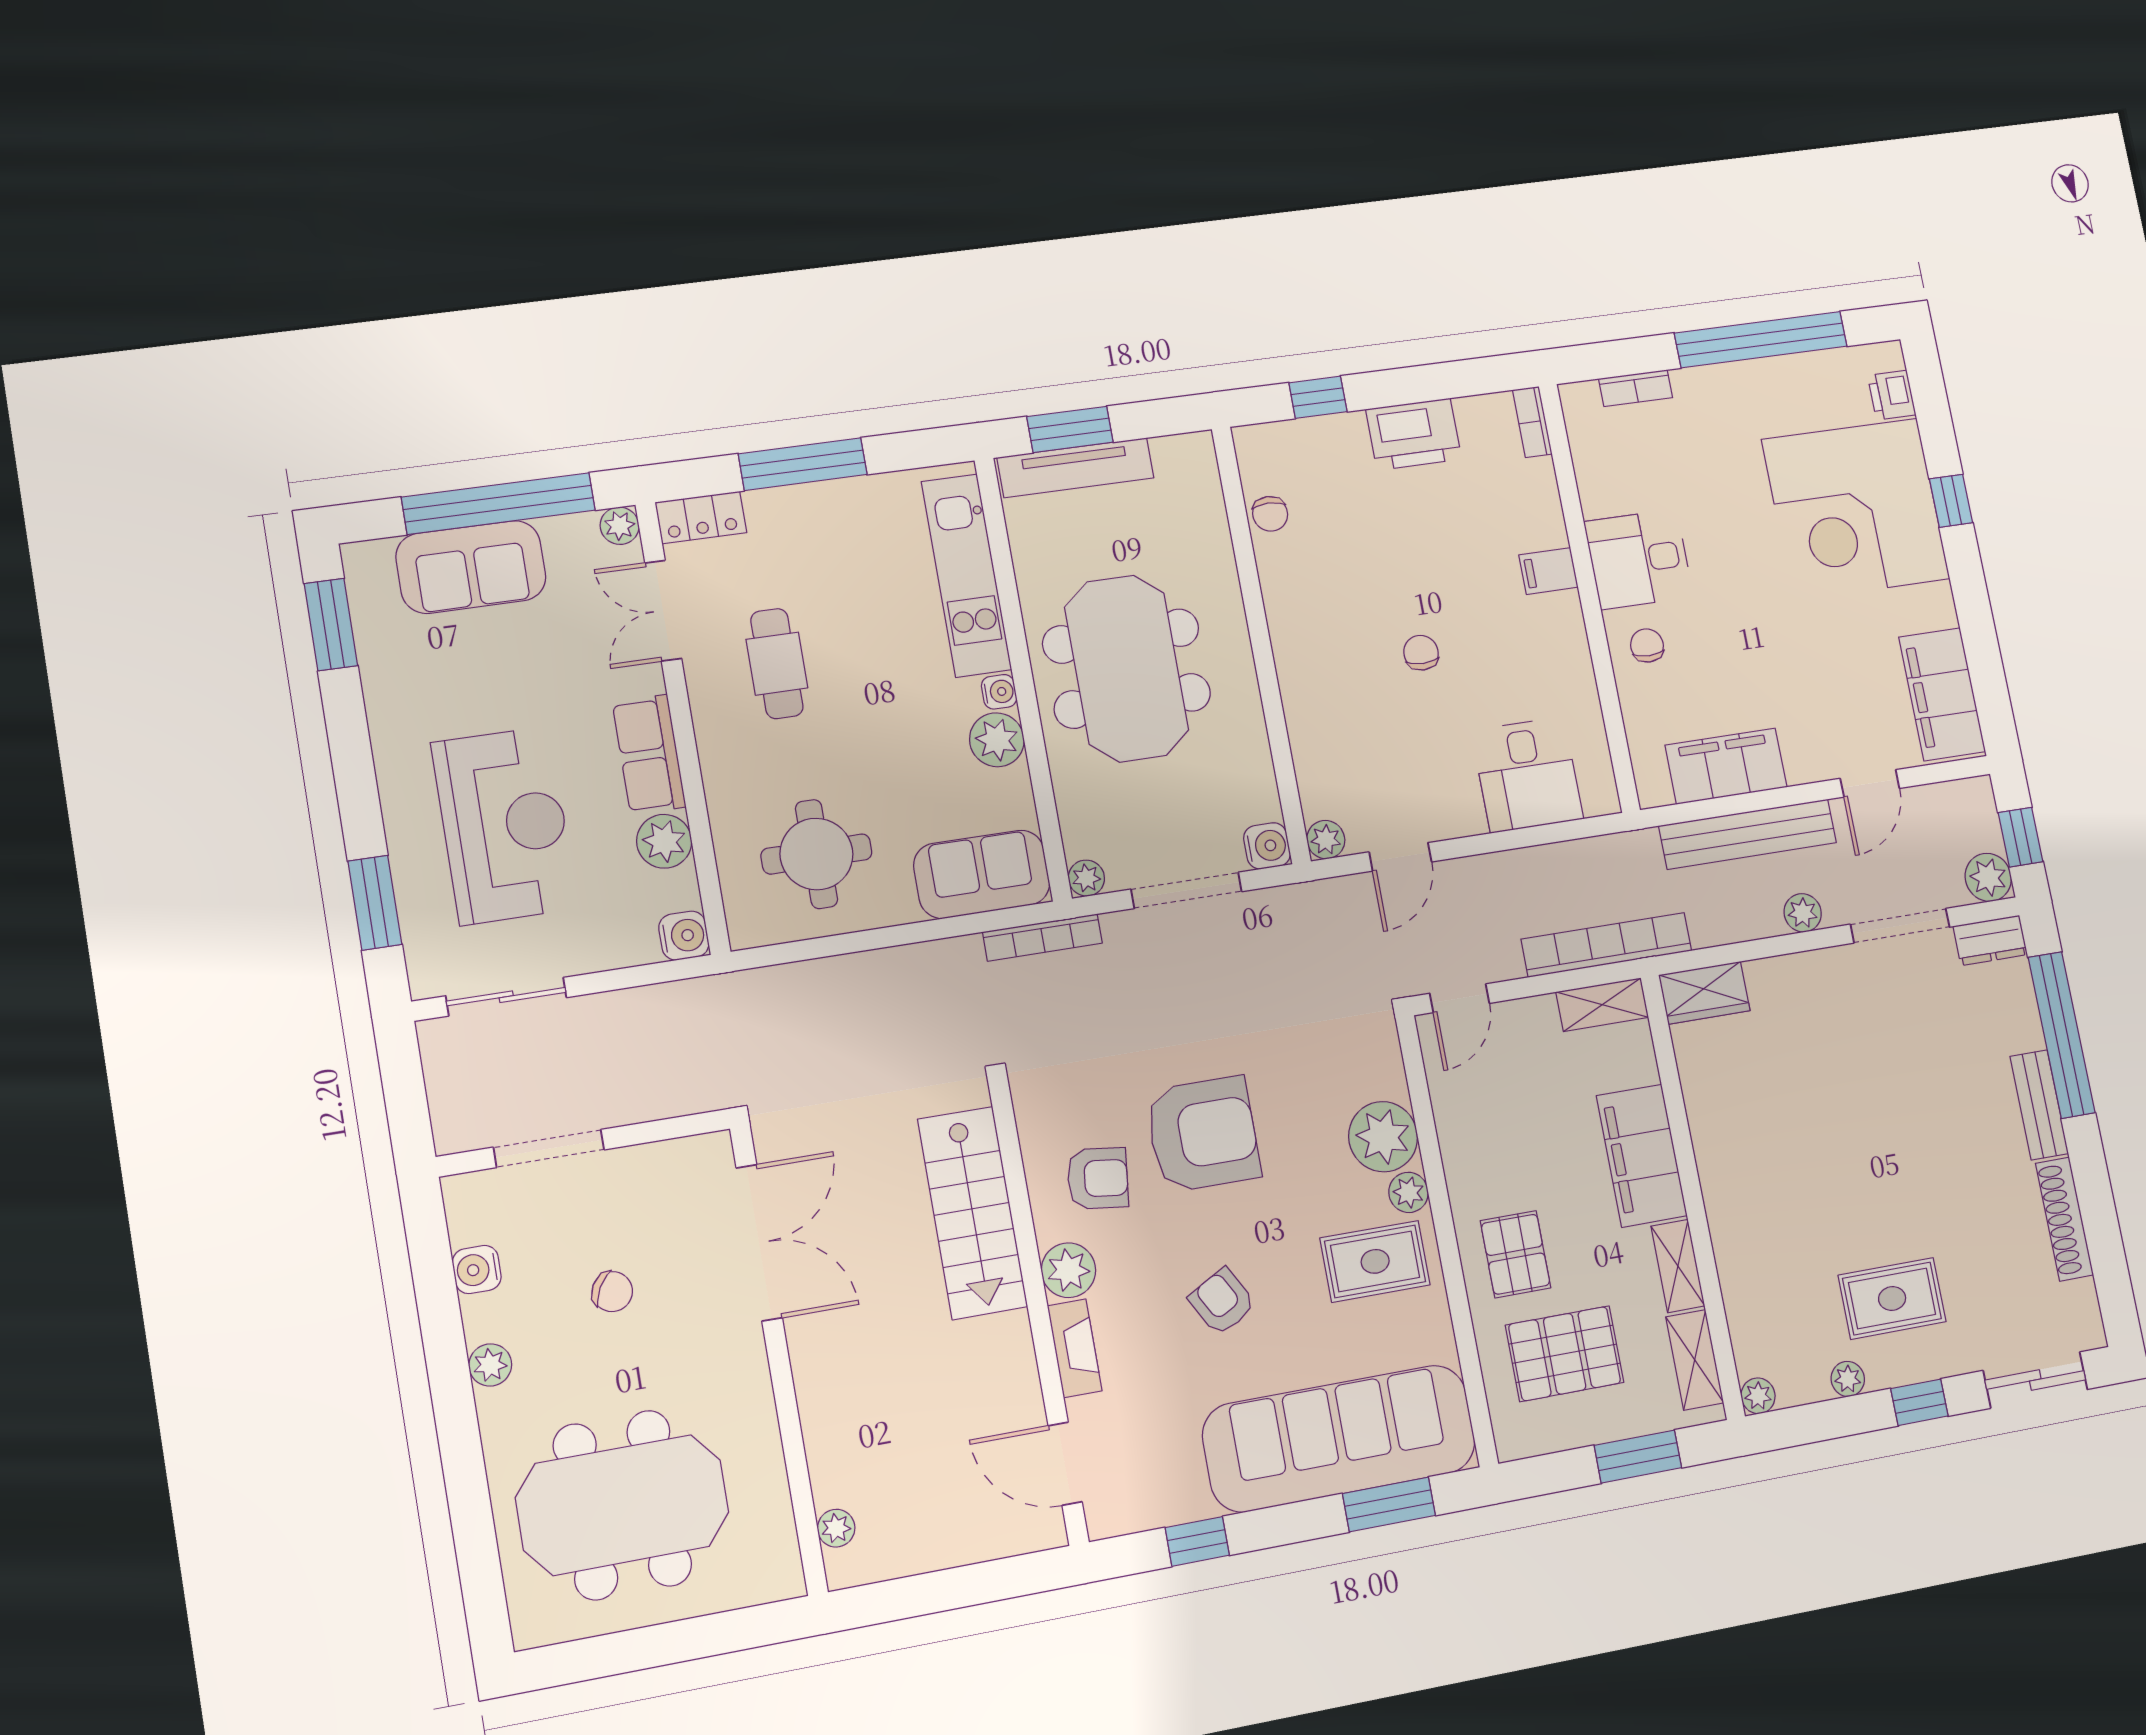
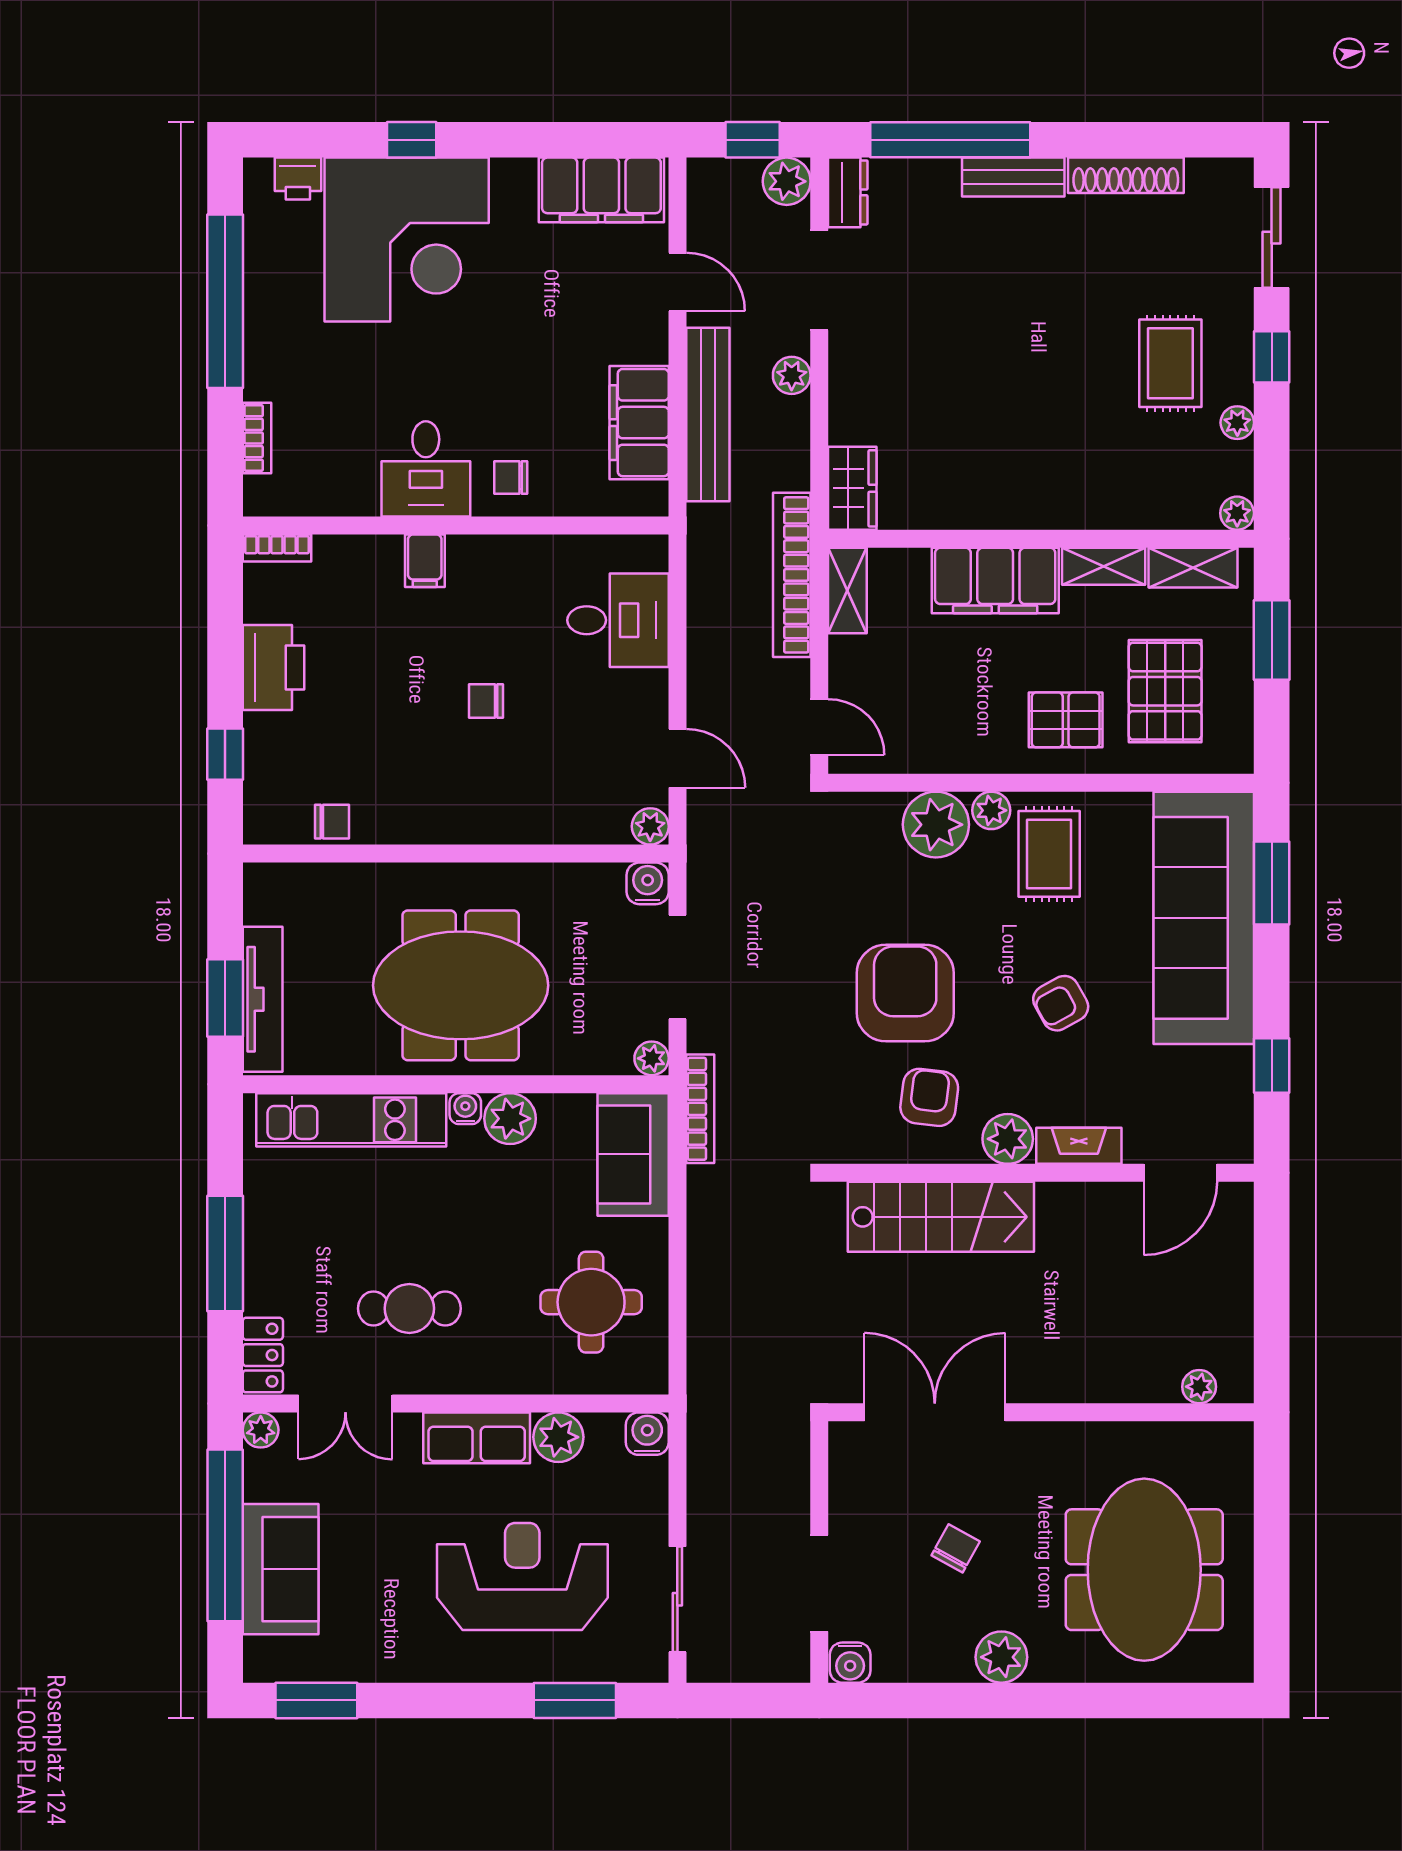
water cooler: (477, 1270) -> (850, 1663), moved
plant: (490, 1365) -> (1001, 1657), width x1.38, depth x1.38

